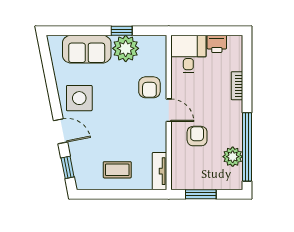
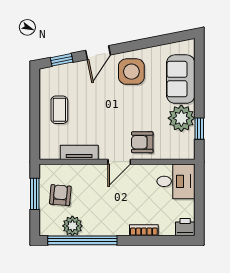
window: (122, 31) -> (199, 129), moved
printer: (217, 44) -> (185, 227), moved, turned 90
armchair: (197, 136) -> (60, 195), moved, turned -85
tv unit: (160, 171) -> (79, 152), moved

